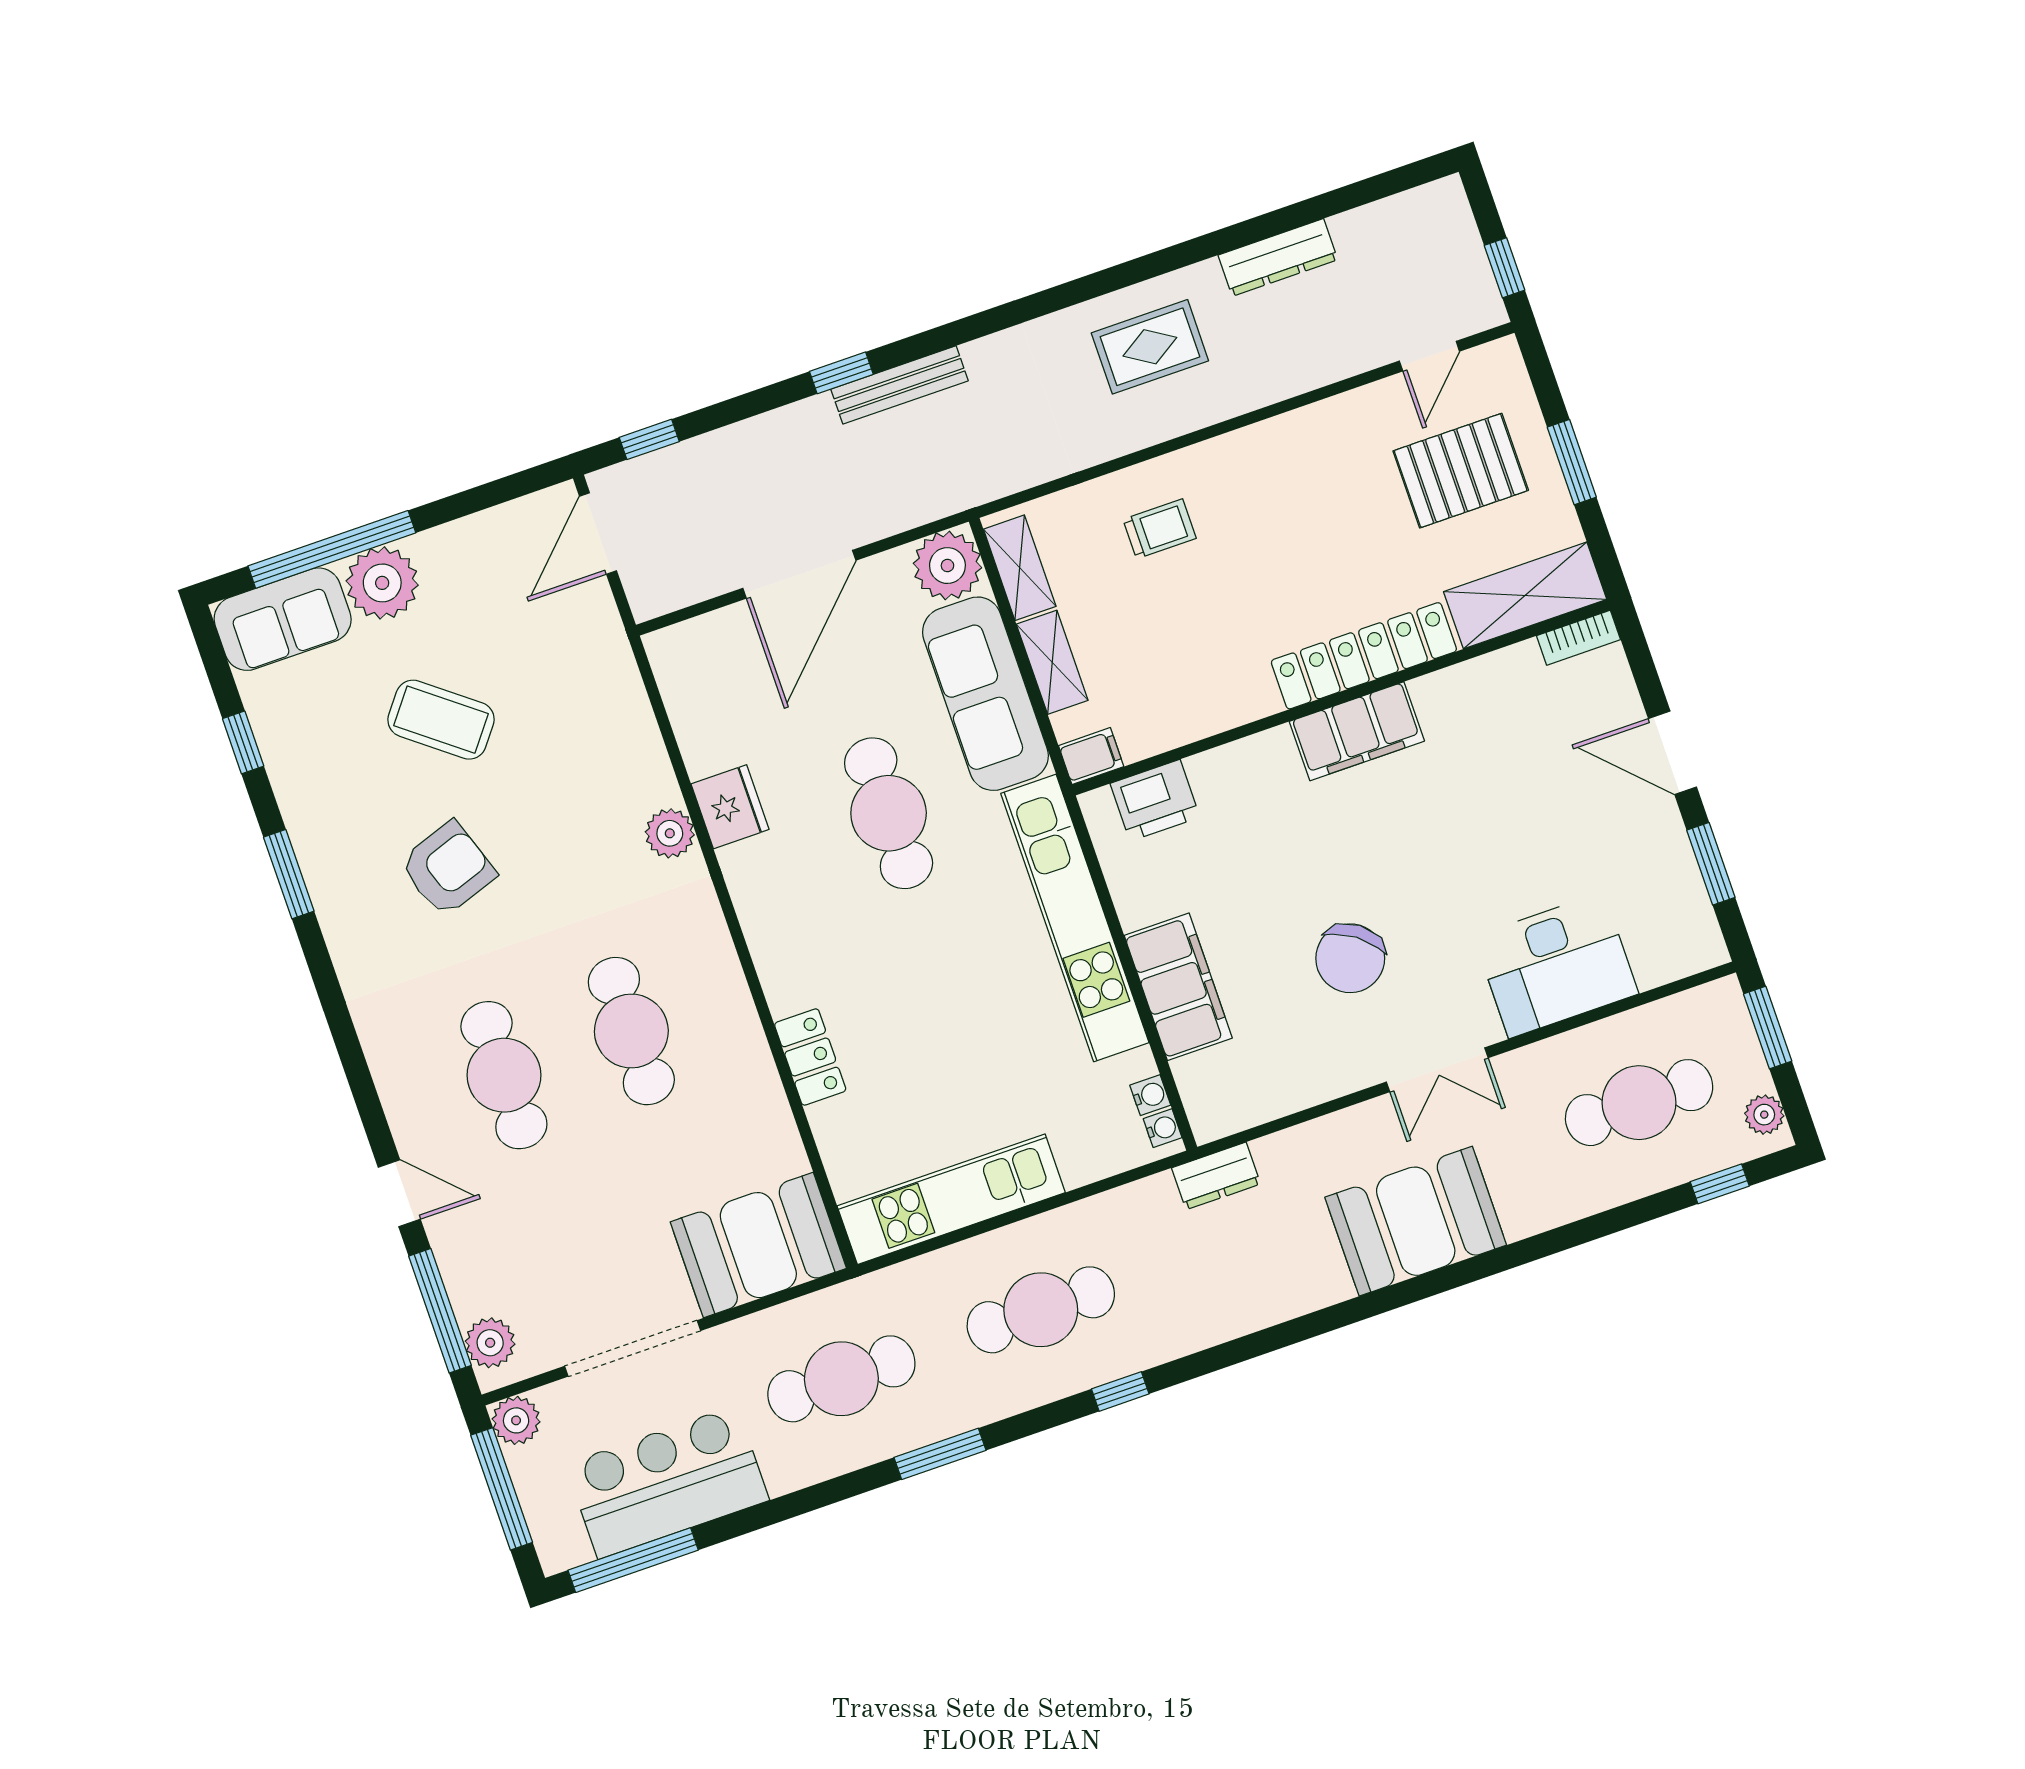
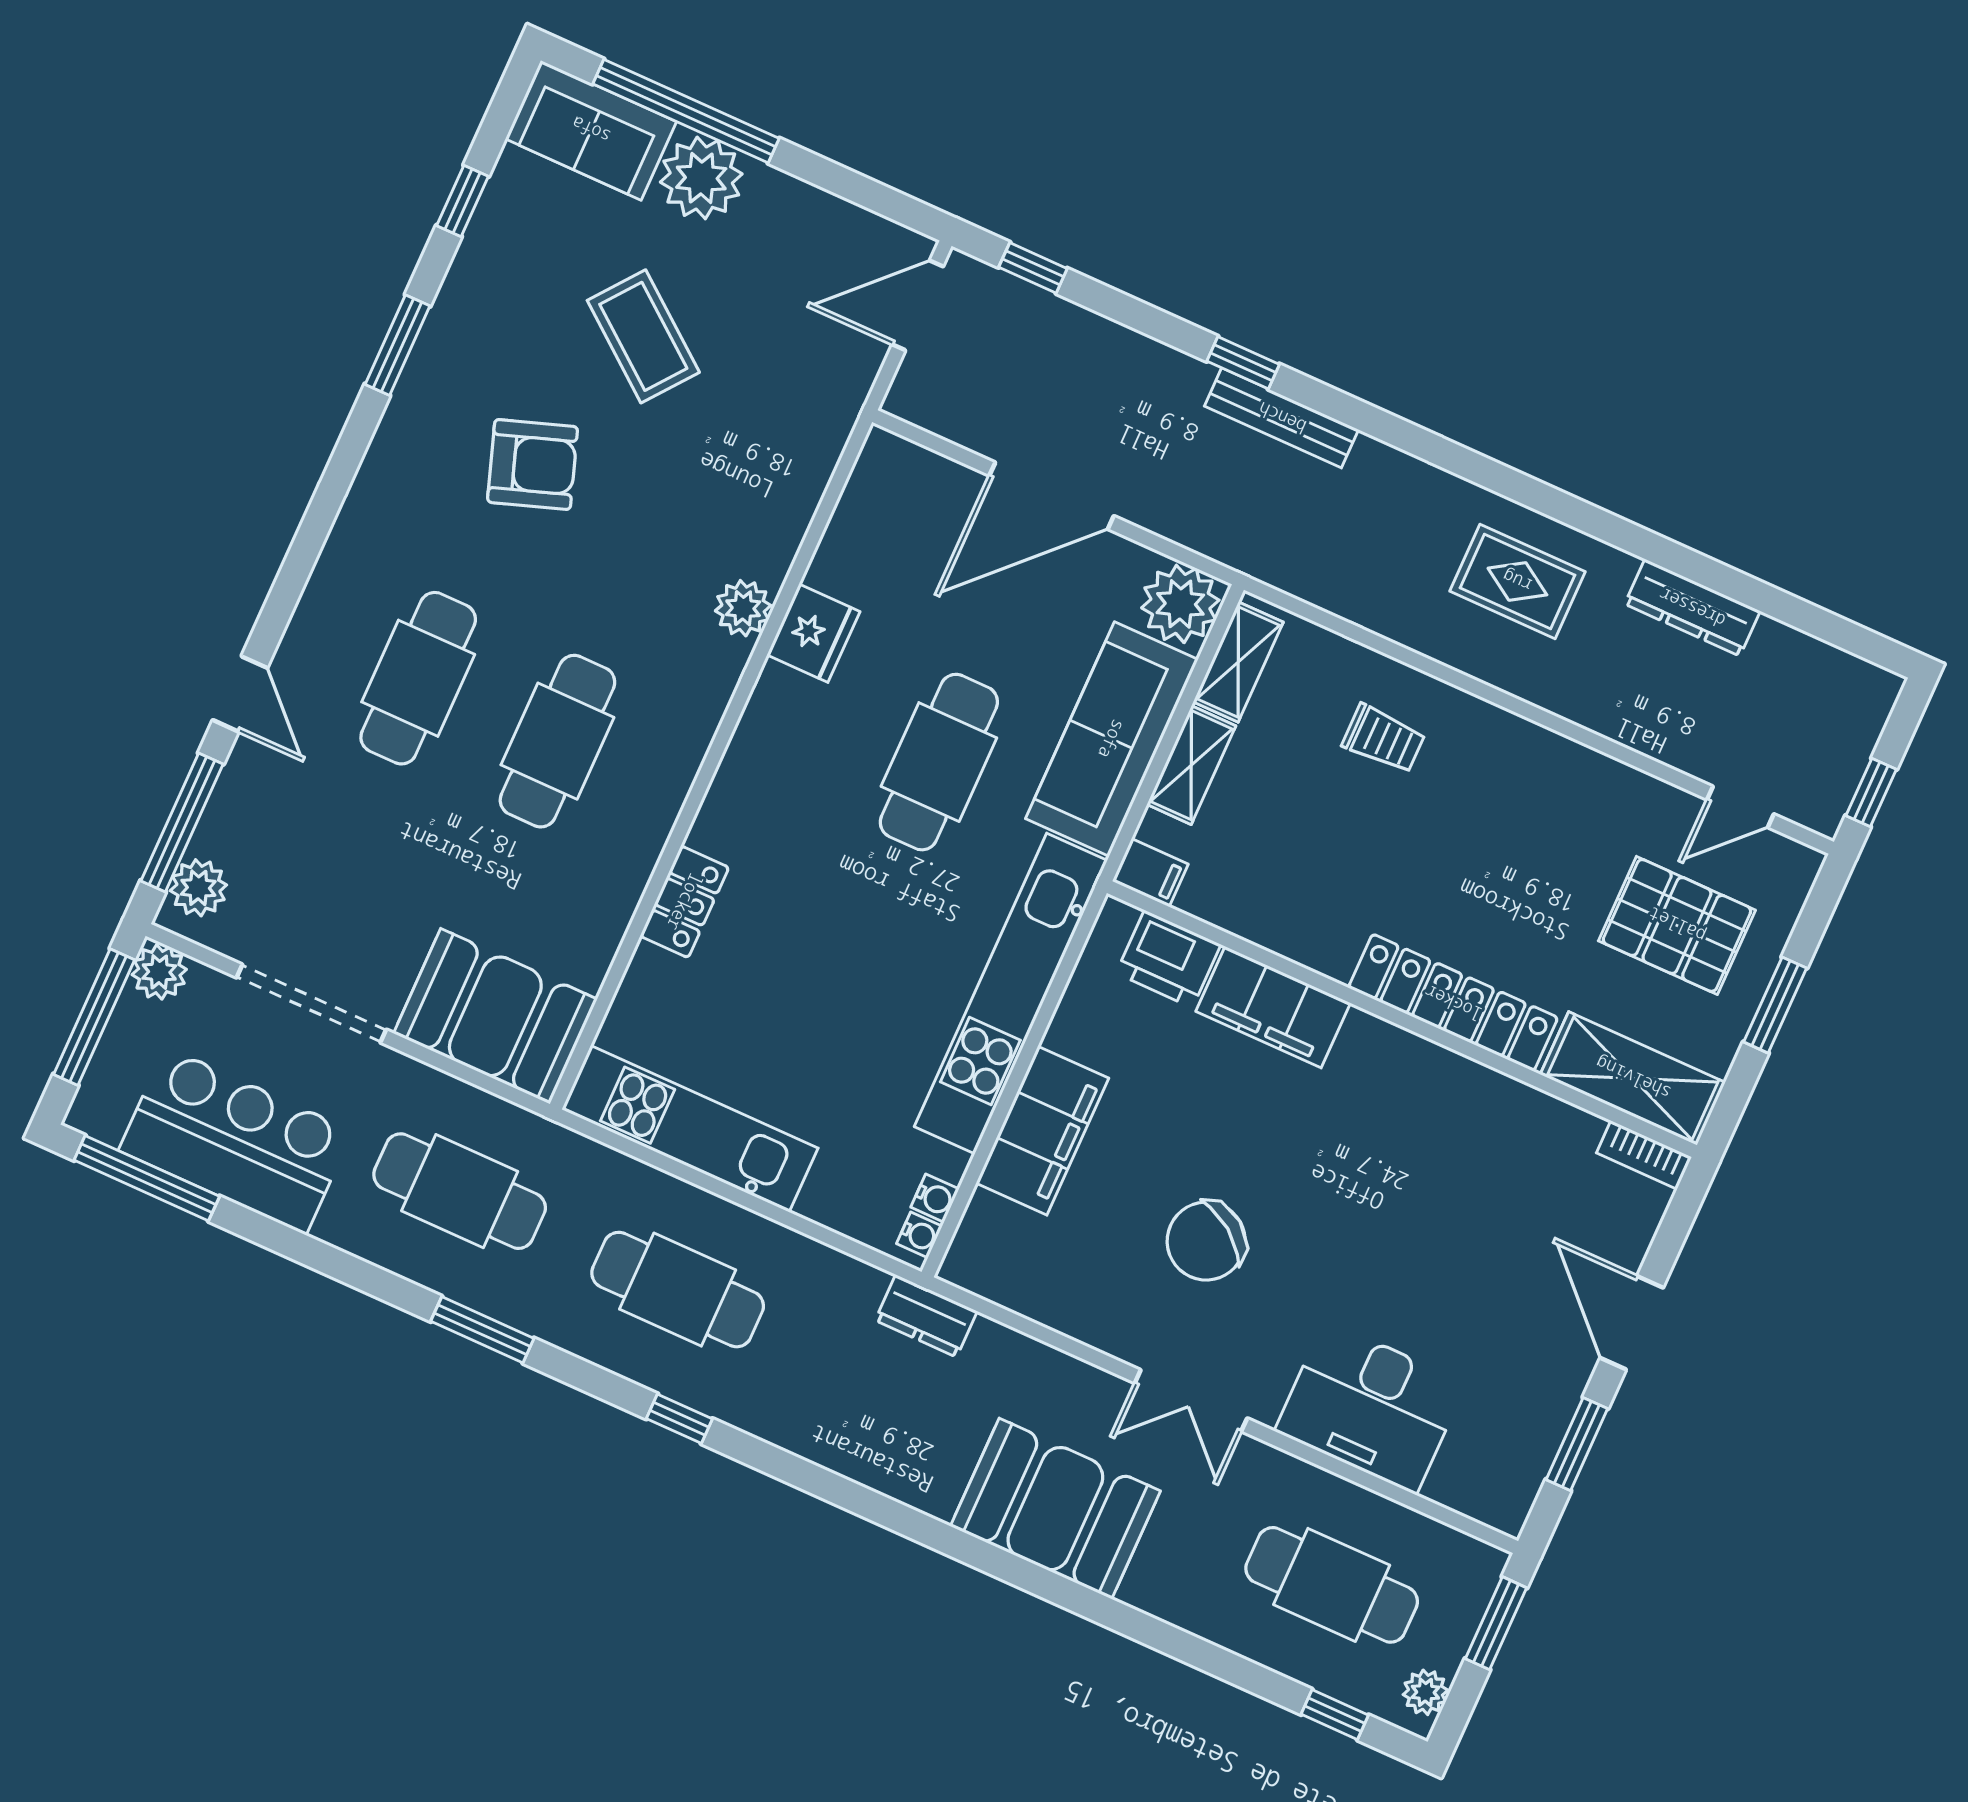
filing cabinet: (1357, 731) -> (1273, 1007), moved

